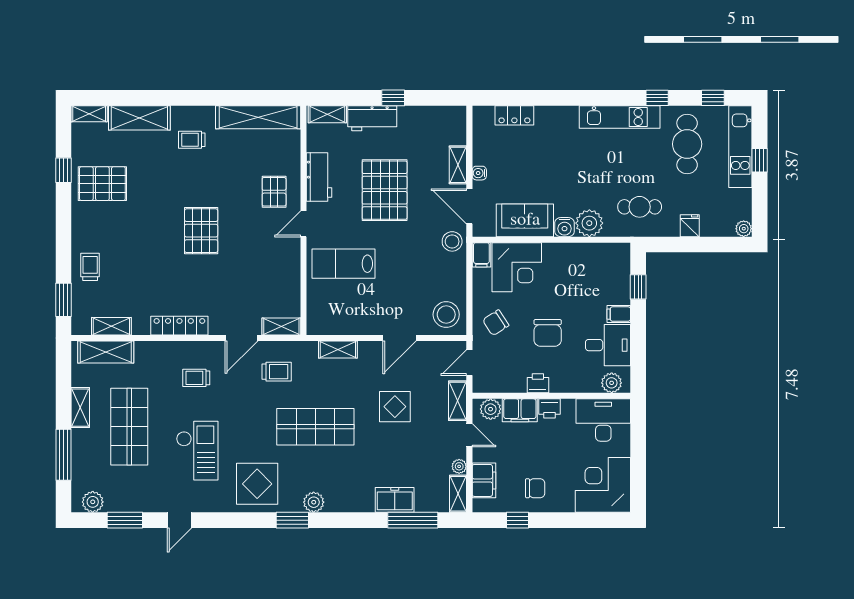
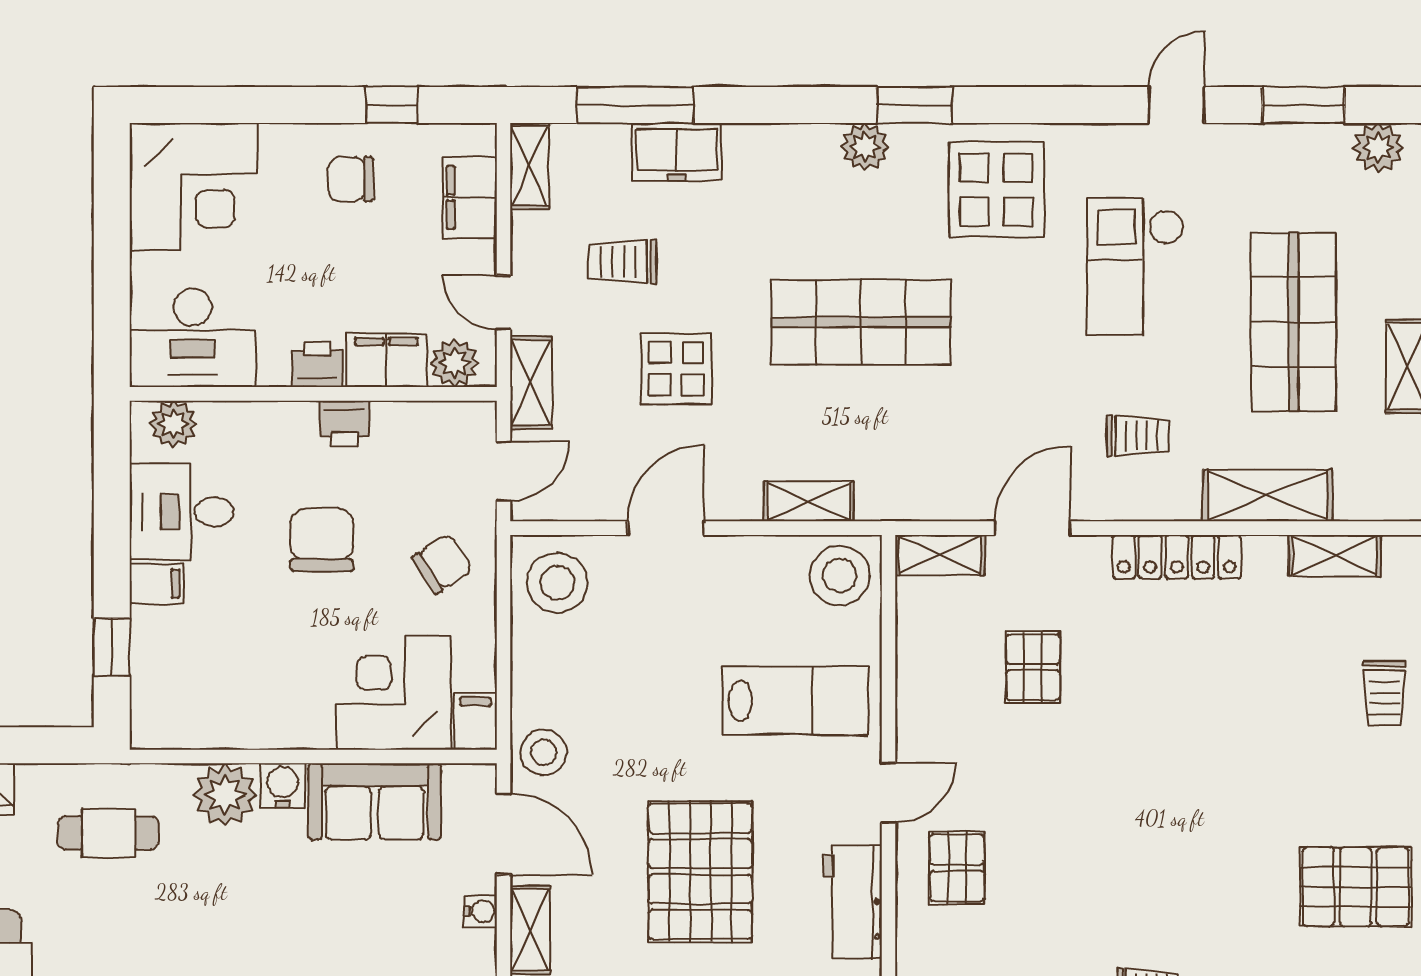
pallet: (201, 231) -> (1033, 667), moved, width x0.67, depth x0.71
stool: (325, 318) -> (840, 575), added
shelving: (106, 352) -> (1267, 496), moved
trolley: (277, 372) -> (623, 262), moved
plant: (459, 466) -> (527, 230), removed

